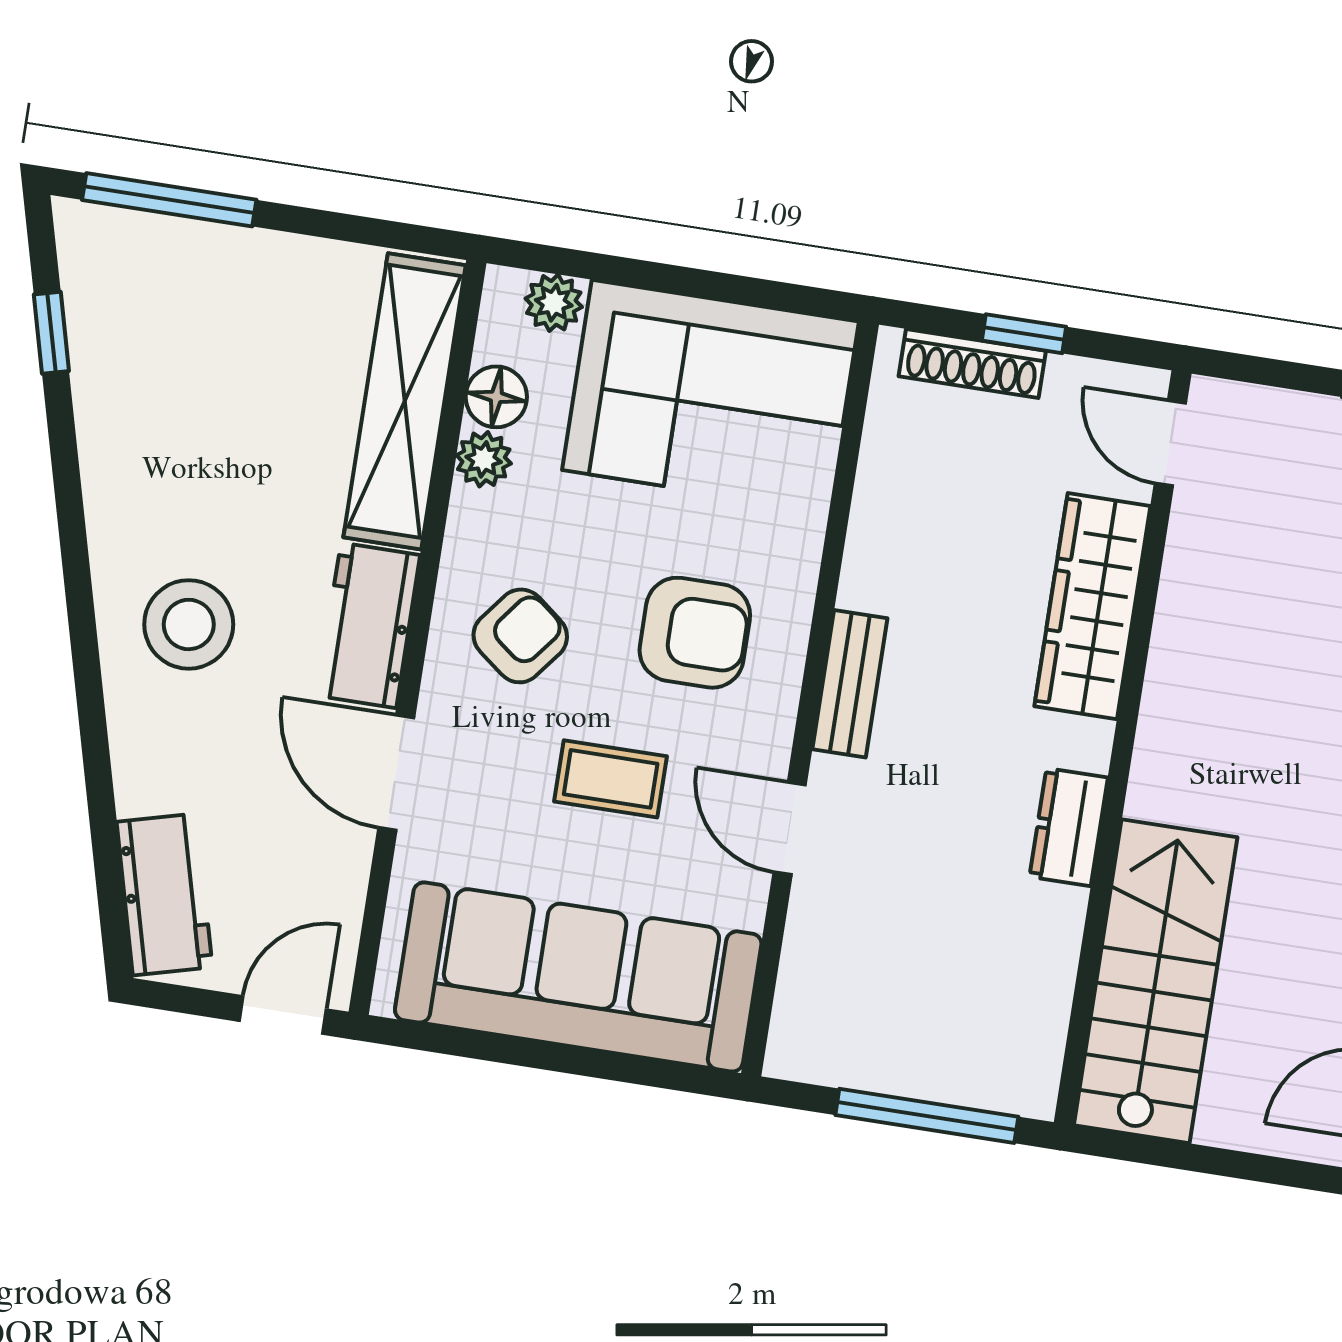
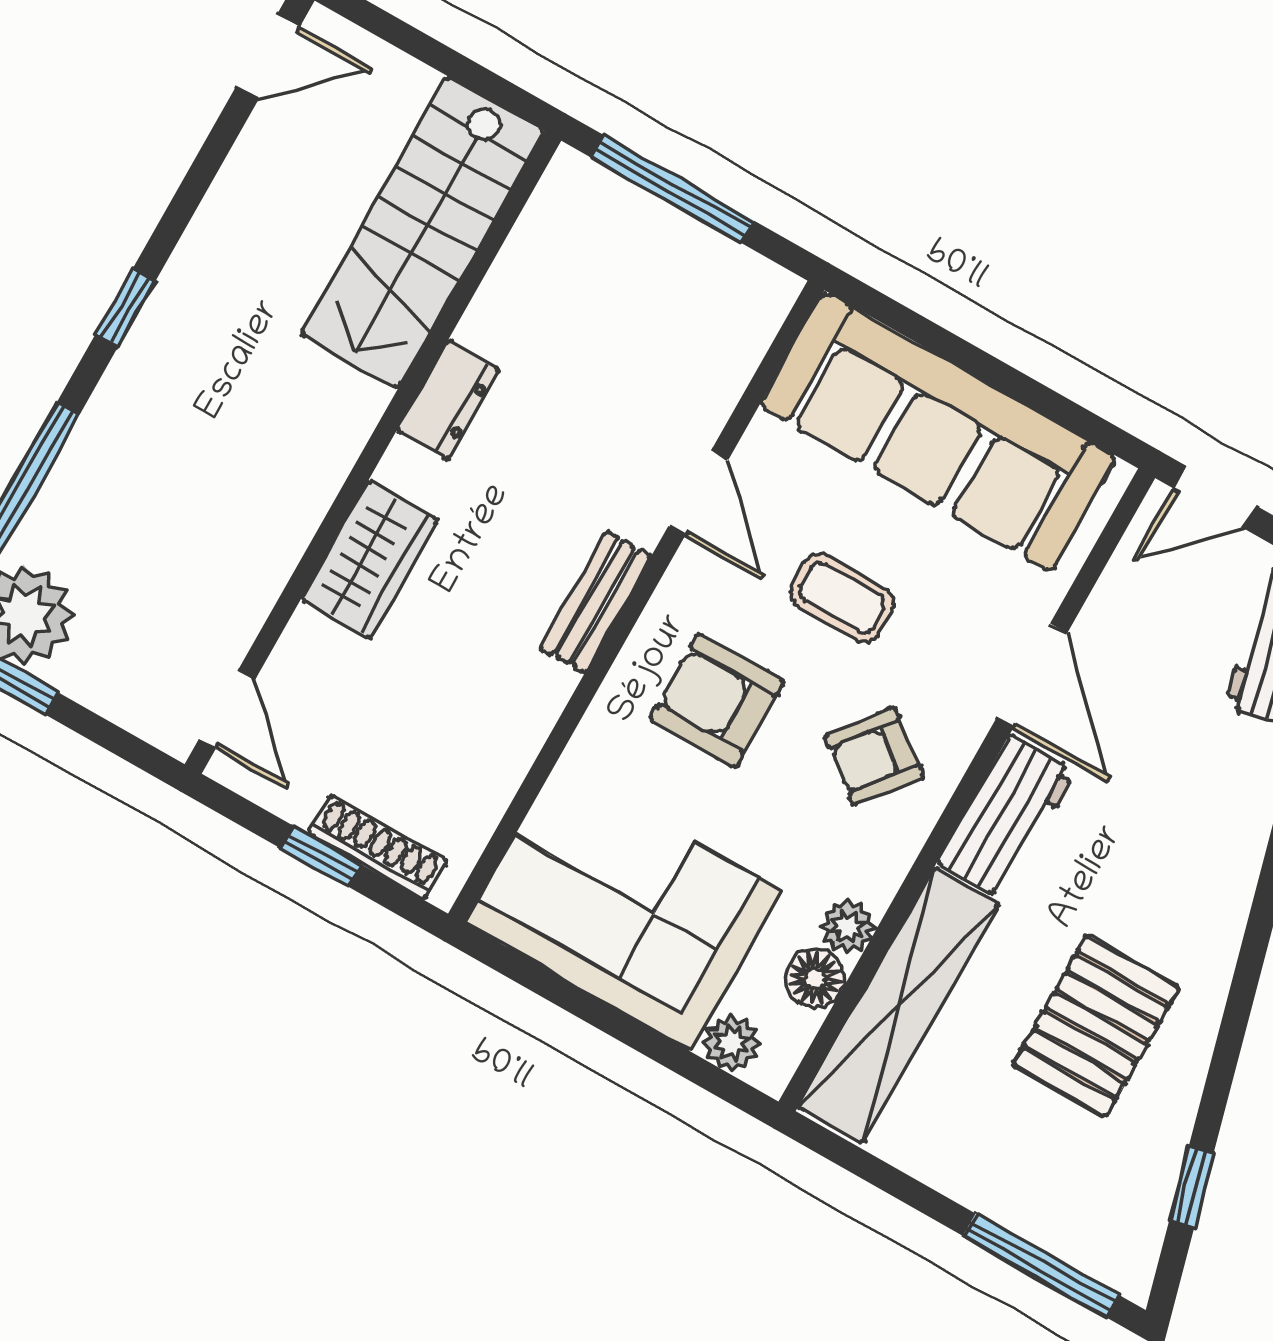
pallet: (204, 454) -> (1096, 1026), added
wardrobe: (1092, 606) -> (369, 560), width x0.67
stool: (189, 624) -> (1167, 879), removed

